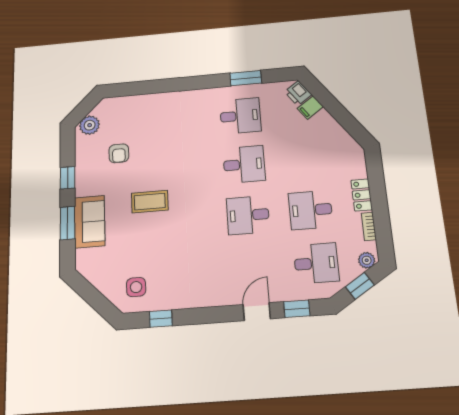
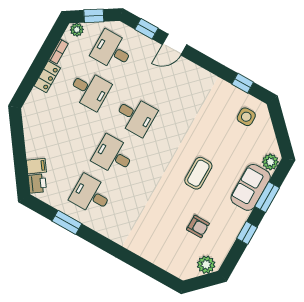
armchair: (119, 153) -> (198, 227), turned 90
coffee table: (150, 202) -> (198, 173), turned 90
plant: (84, 259) -> (270, 162), added

